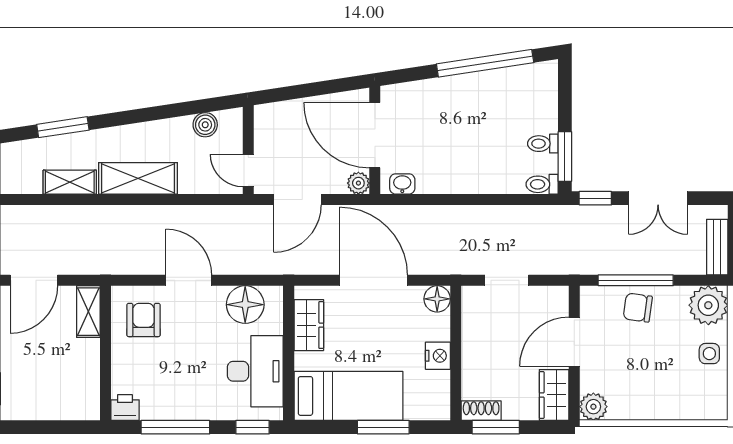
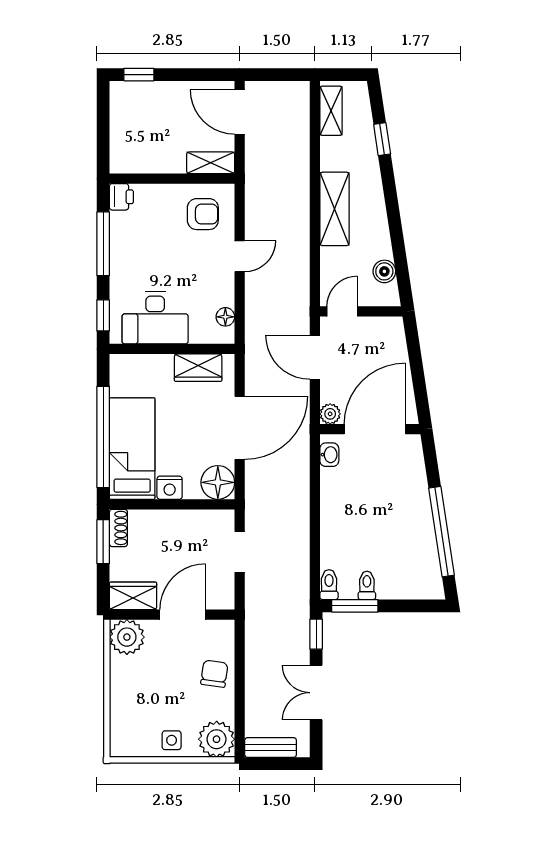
window: (63, 127) -> (382, 139), width x0.67
shelving: (70, 182) -> (331, 111), moved
door: (189, 280) -> (240, 256), width x0.73
window: (636, 280) -> (240, 672), removed
floor lamp: (437, 299) -> (218, 482), width x1.38, depth x1.38
floor lamp: (245, 305) -> (225, 317), width x0.53, depth x0.53
door: (574, 342) -> (183, 615), hinge flipped
bed: (348, 396) -> (132, 449), moved, turned 180
plant: (593, 407) -> (127, 637), width x1.36, depth x1.36
window: (383, 427) -> (103, 437), width x2.11

